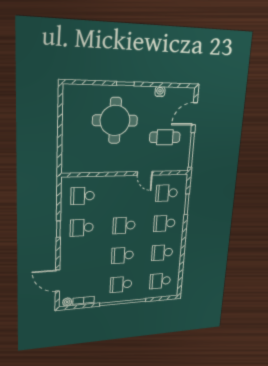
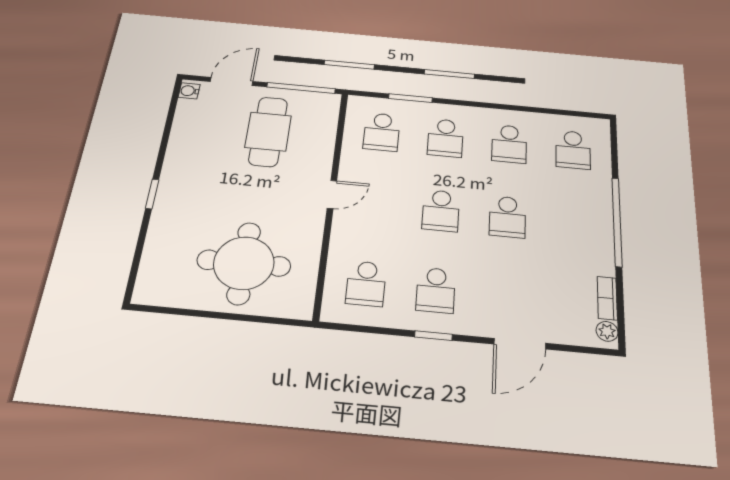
water cooler: (160, 92) -> (189, 91), moved
door: (194, 114) -> (232, 81), swing flipped
round table: (115, 120) -> (244, 263), moved
cafe table: (165, 137) -> (268, 132), width x1.37, depth x1.35
door: (145, 173) -> (332, 194), moved
door: (58, 281) -> (520, 344), moved
school desk: (121, 284) -> (574, 223), removed

